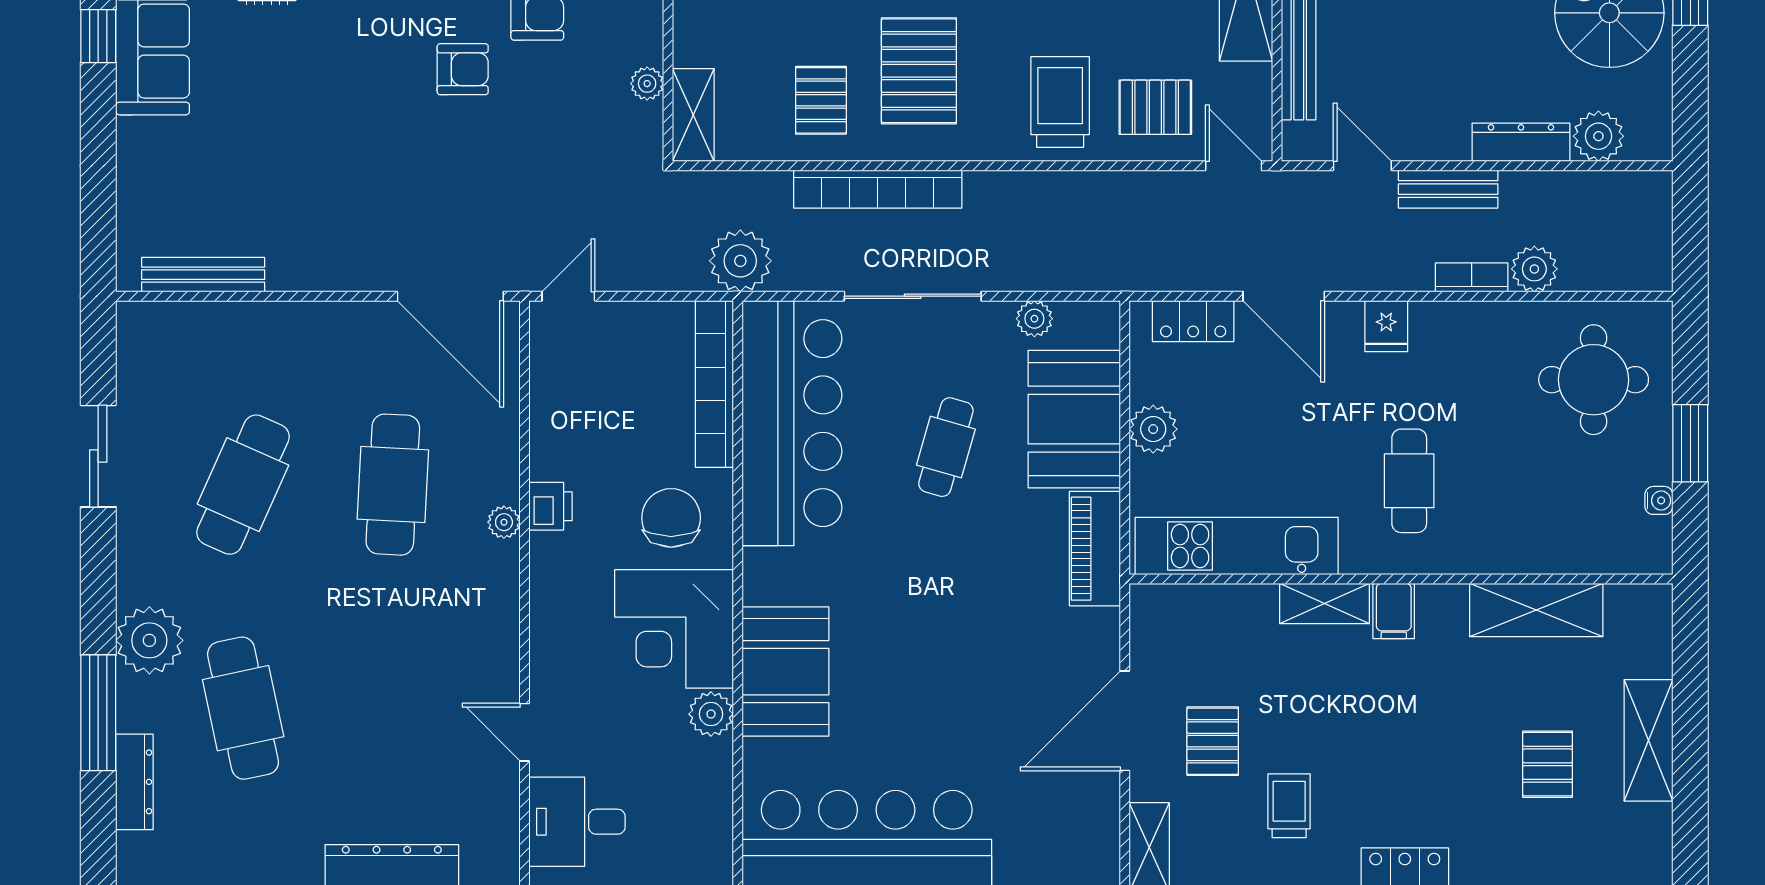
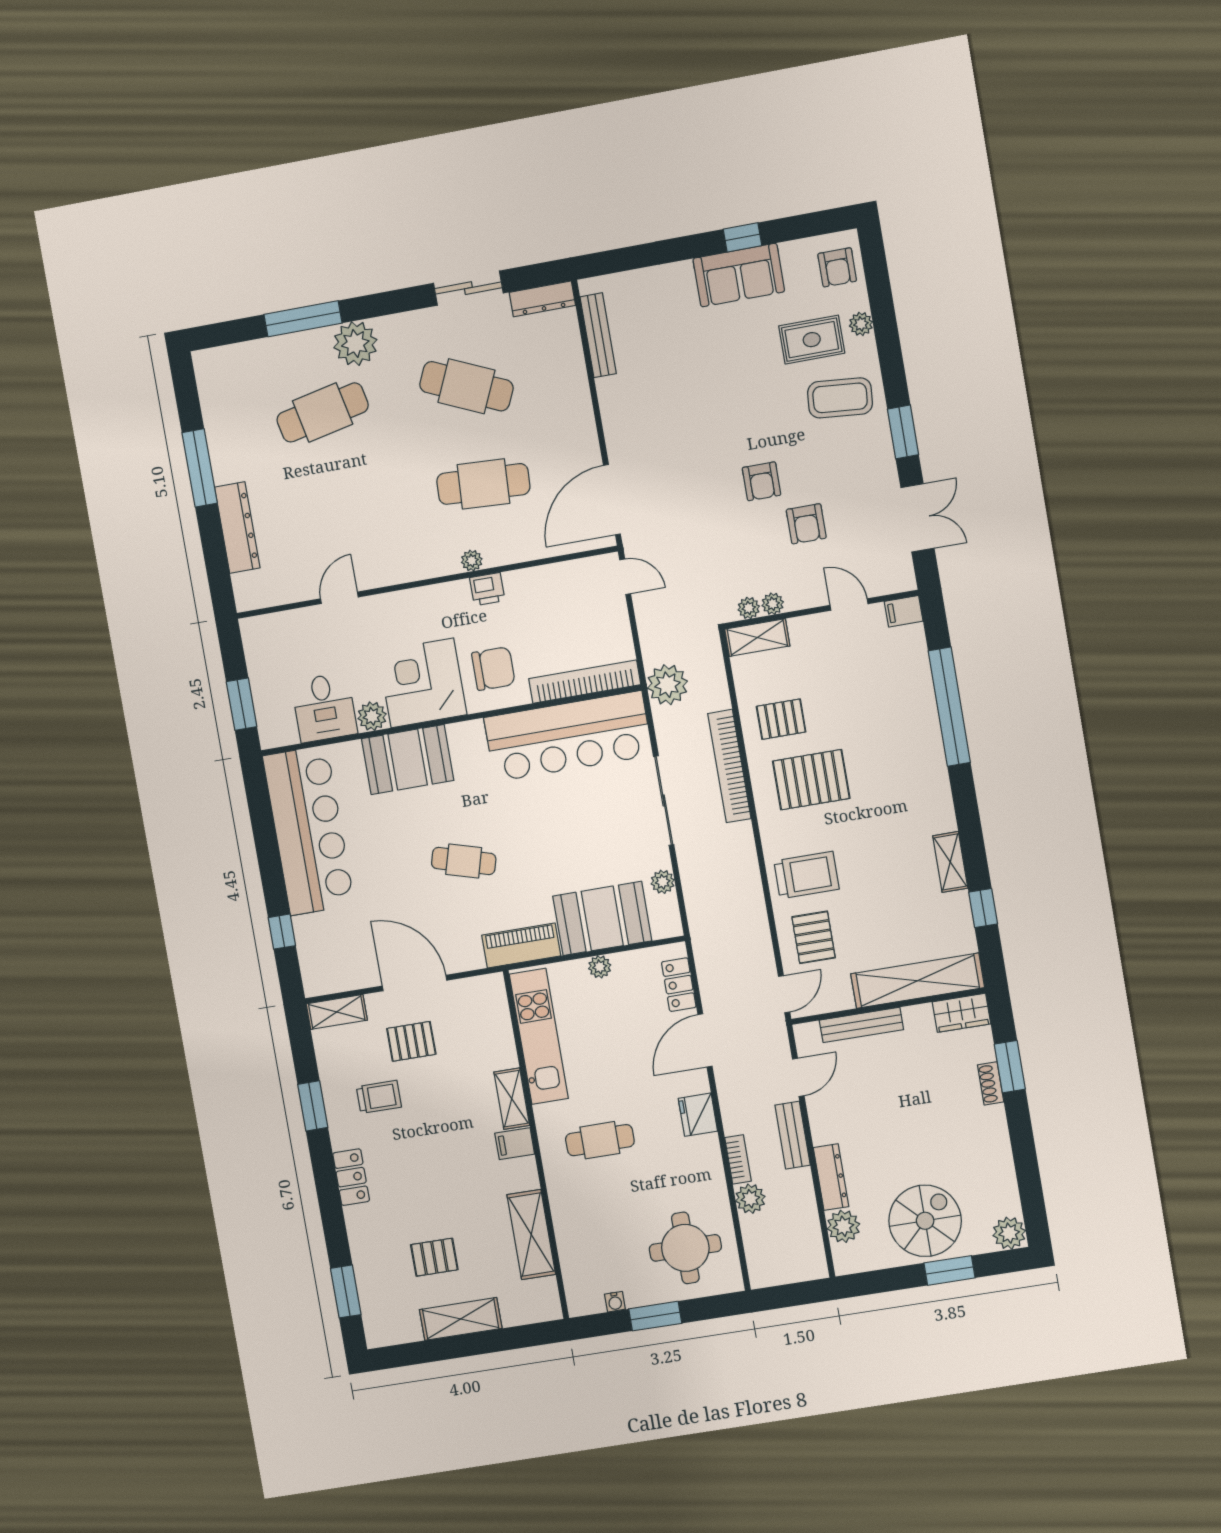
plant: (647, 120) -> (749, 608), added
fridge: (1386, 326) -> (698, 1115), width x1.38
plant: (1153, 429) -> (600, 967), width x0.73, depth x0.73
cafe table: (946, 447) -> (464, 861), moved
dresser: (134, 782) -> (542, 299), moved
desk: (577, 822) -> (324, 707), moved, turned 180

